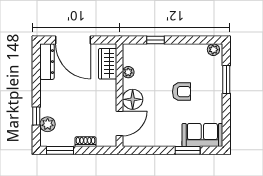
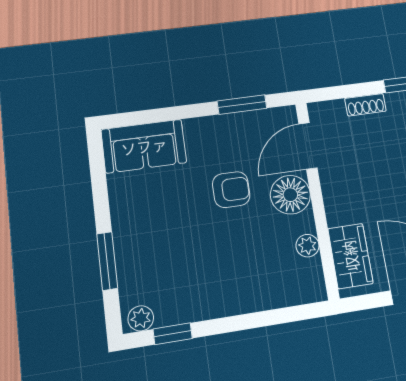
window: (155, 40) -> (173, 334), moved
armchair: (181, 92) -> (231, 190), moved, turned 180
window: (188, 150) -> (242, 105), moved

